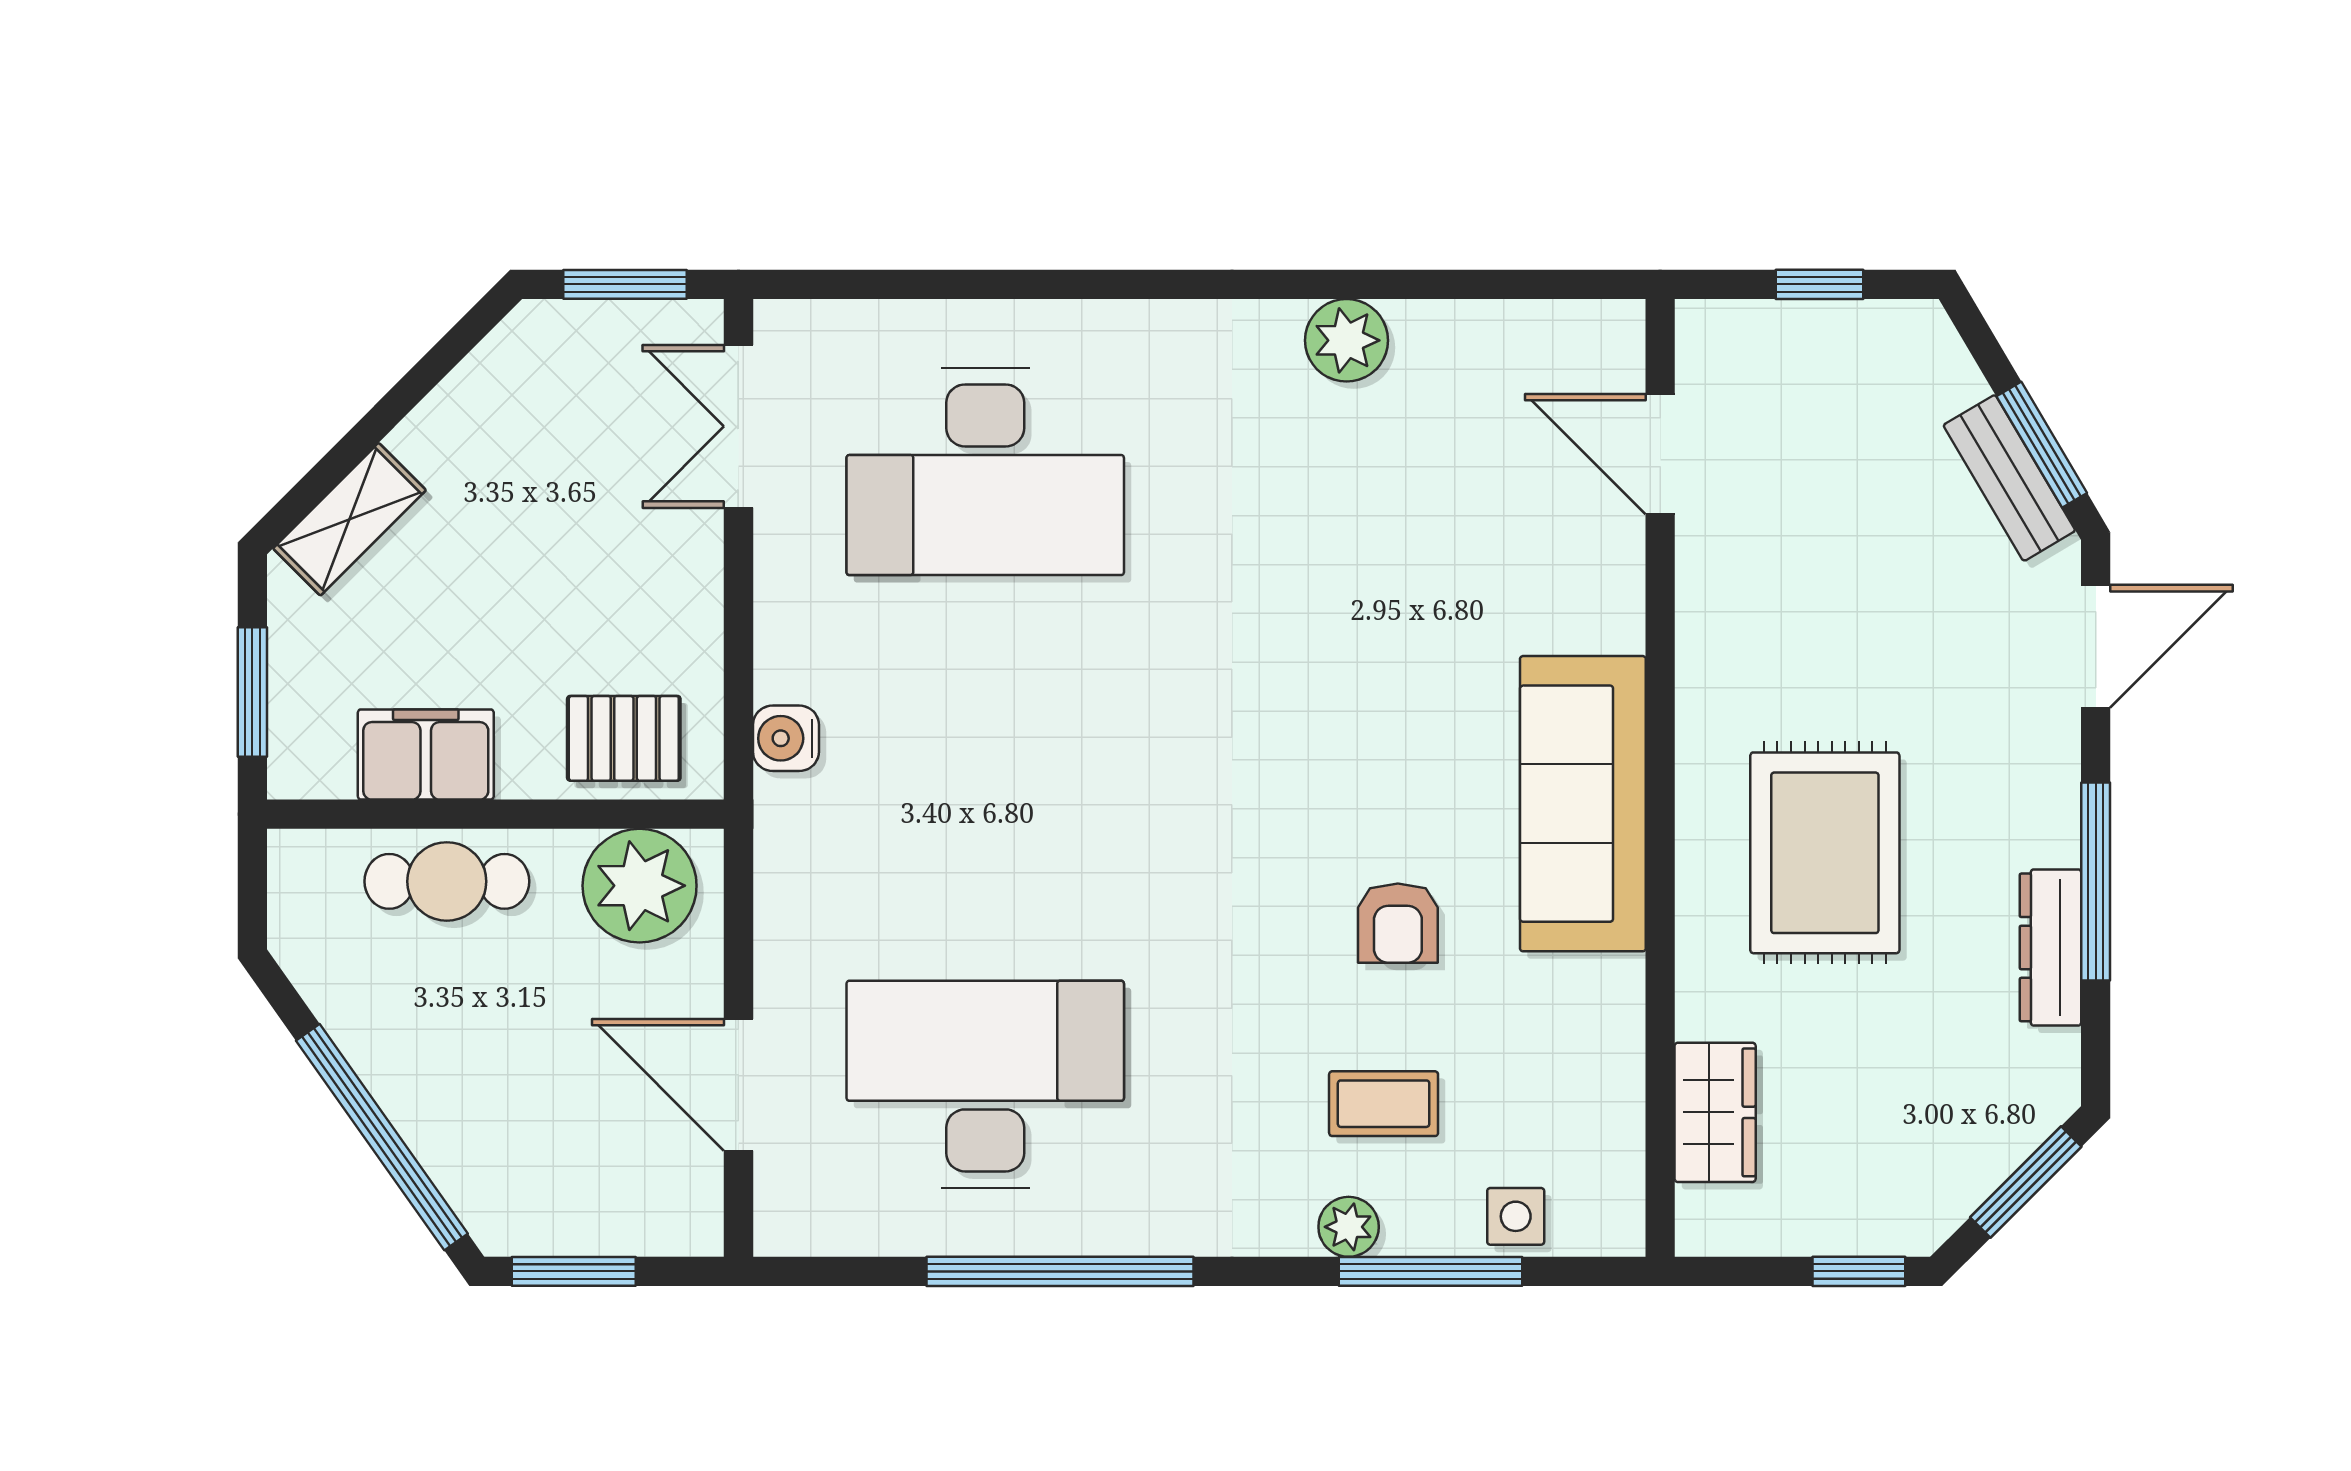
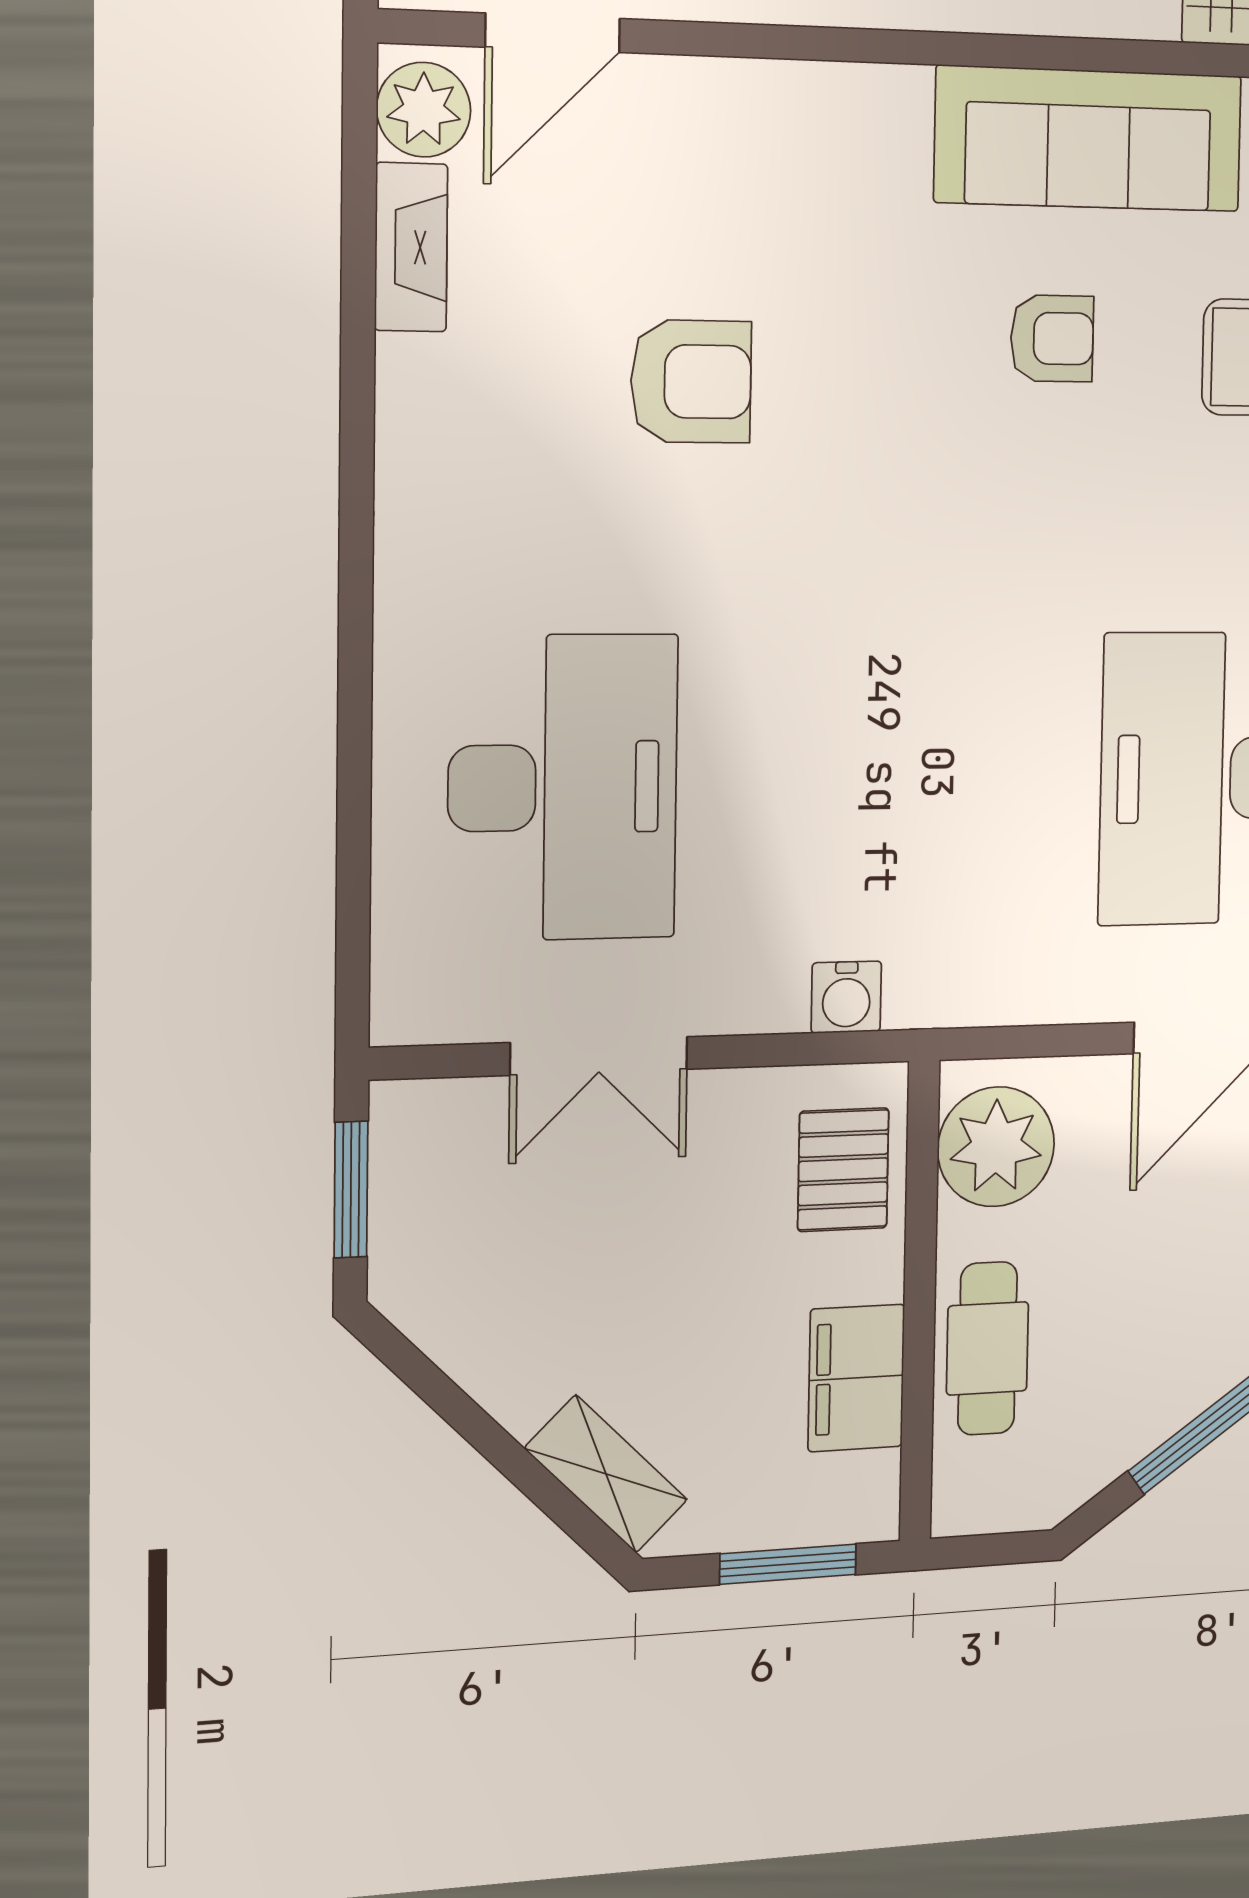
fireplace: (1468, 330) -> (411, 247), added
plant: (1347, 340) -> (424, 110), moved
double door: (738, 426) -> (599, 1056), moved
armchair: (1353, 583) -> (691, 381), added
sofa: (1583, 804) -> (1089, 139), moved

